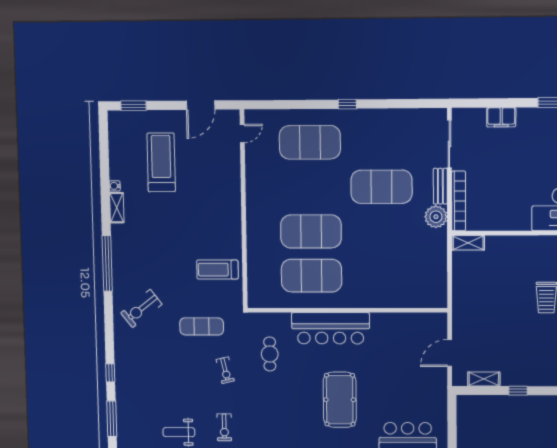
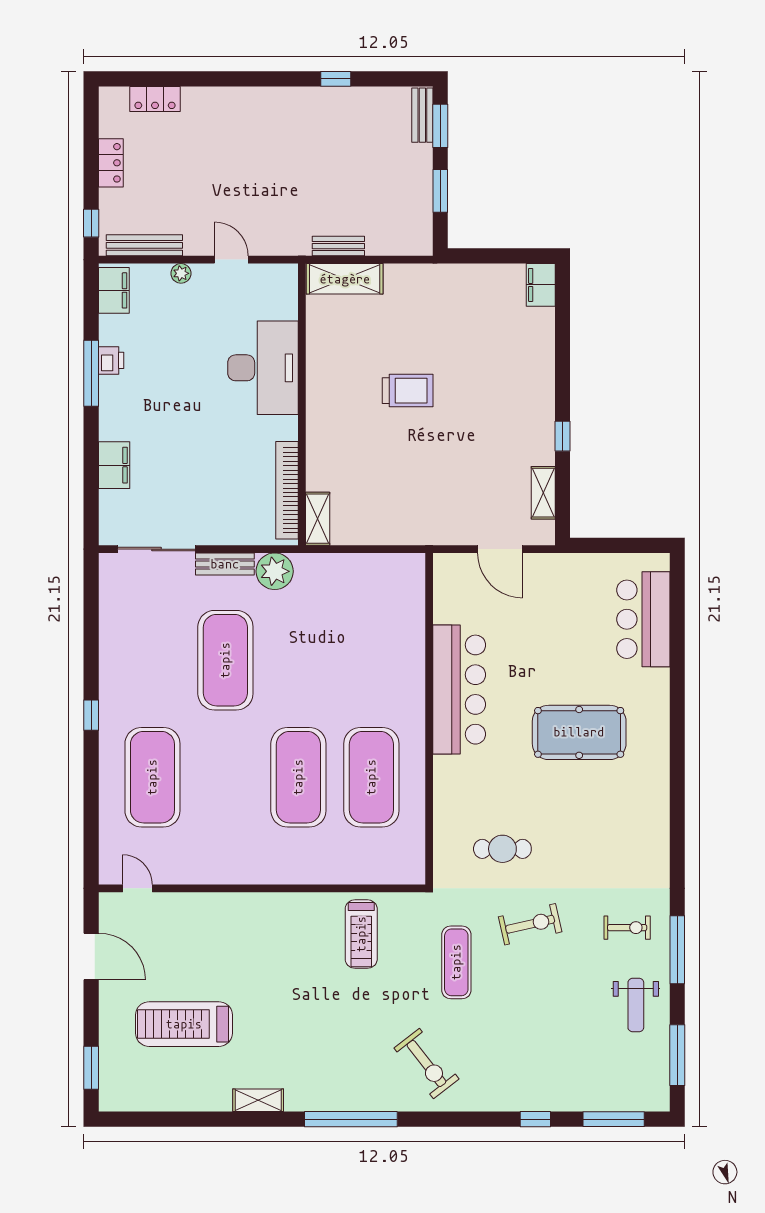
water cooler: (115, 186) -> (222, 1103), removed
bookcase: (459, 201) -> (287, 490), moved, turned -90
bar counter: (331, 328) -> (459, 690), moved
exercise bike: (225, 370) -> (530, 924), width x1.38, depth x1.39

